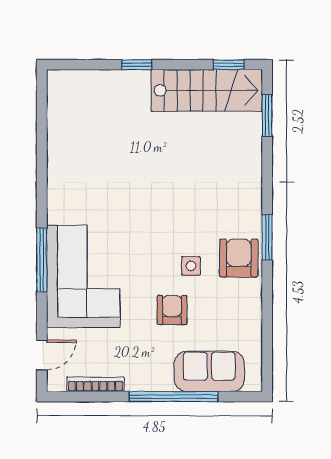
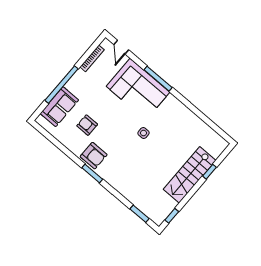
window: (137, 65) -> (210, 172), moved
stairs: (207, 90) -> (190, 175), moved
side table: (191, 266) -> (144, 133), moved
armchair: (172, 310) -> (87, 125), moved, turned 180

